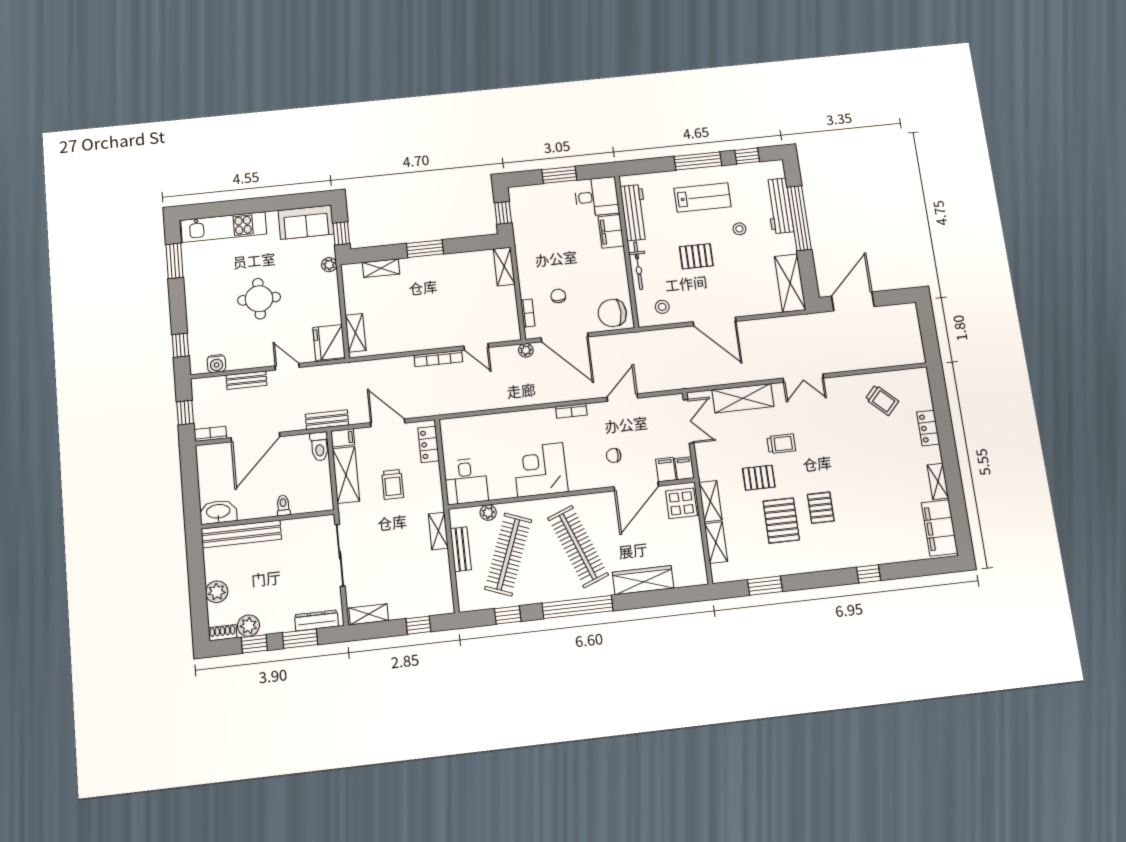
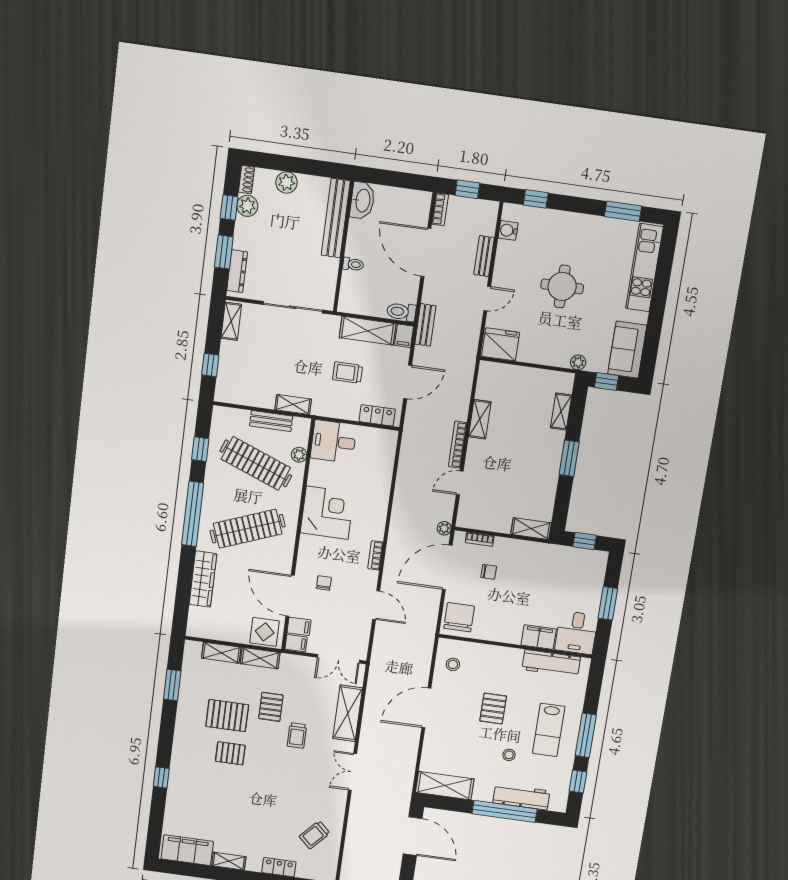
bicycle: (638, 266) -> (498, 653), removed
shelving: (356, 333) -> (480, 419), moved, turned 90

